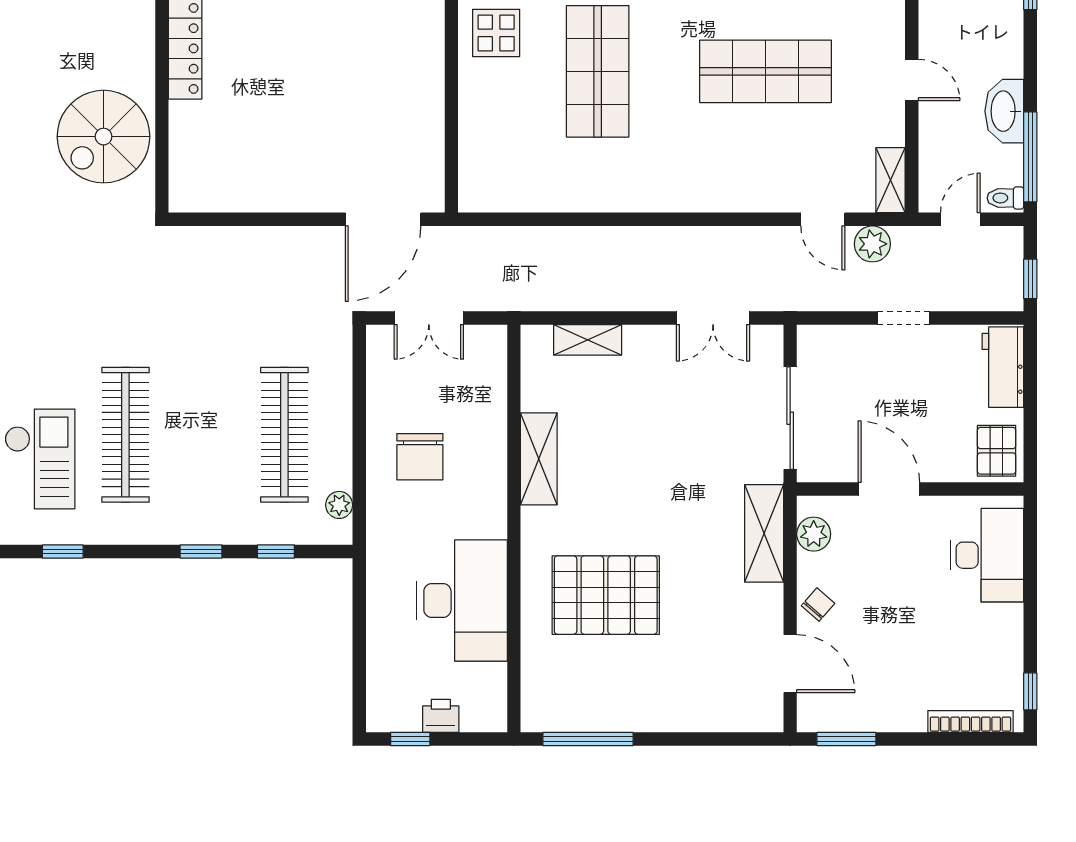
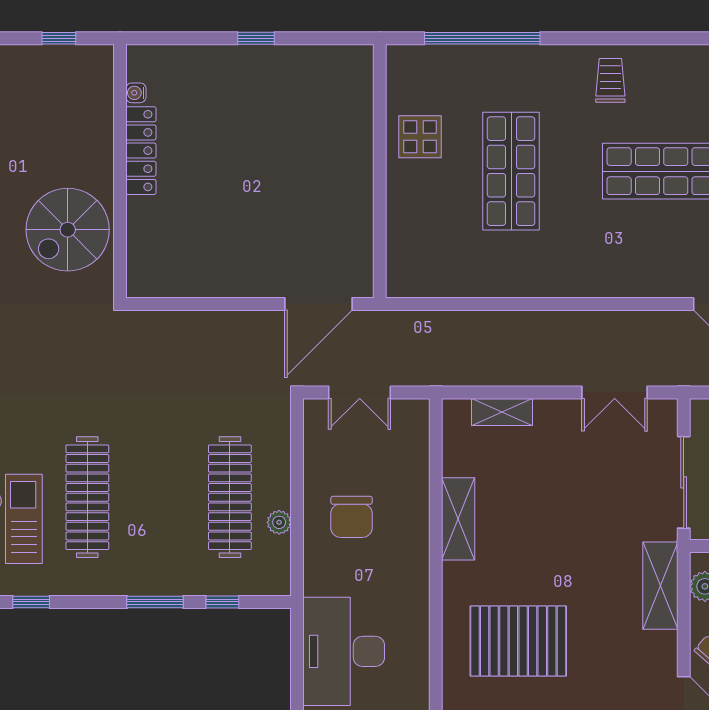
plant: (339, 505) -> (279, 522), moved
window: (201, 552) -> (155, 602), width x1.50
desk: (462, 601) -> (344, 651), moved, turned 180

